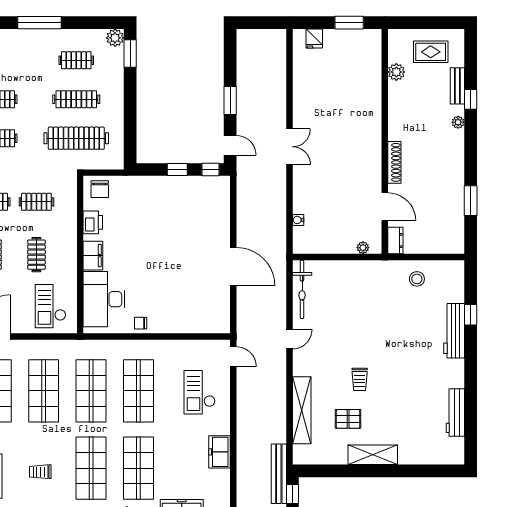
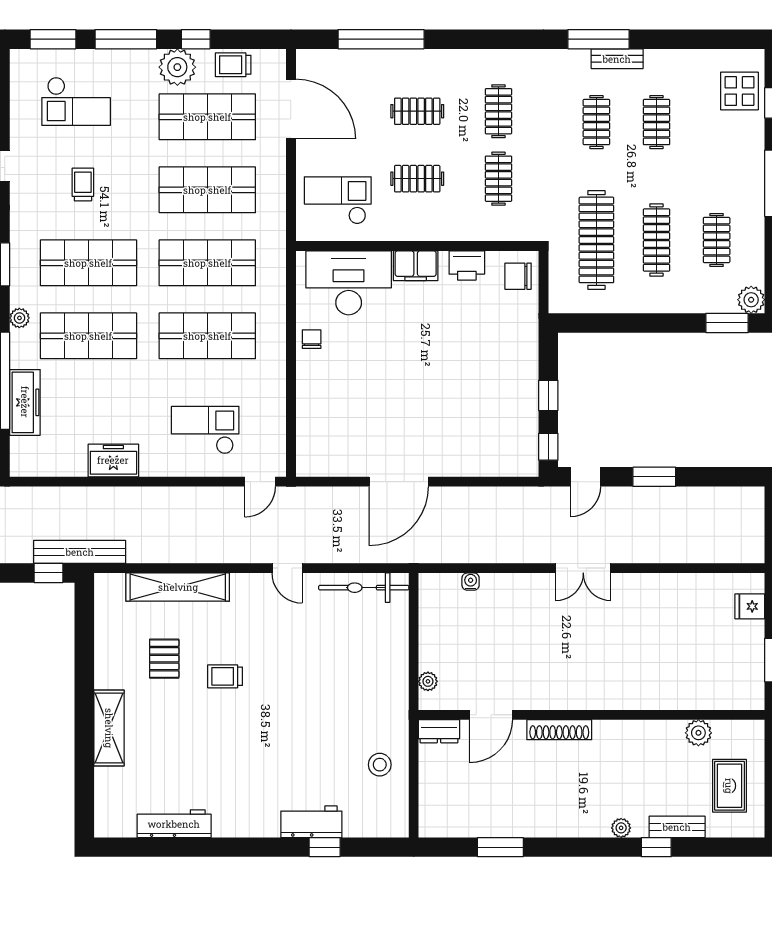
workbench: (454, 331) -> (311, 822), width x0.73
shelving: (373, 455) -> (109, 728), moved

